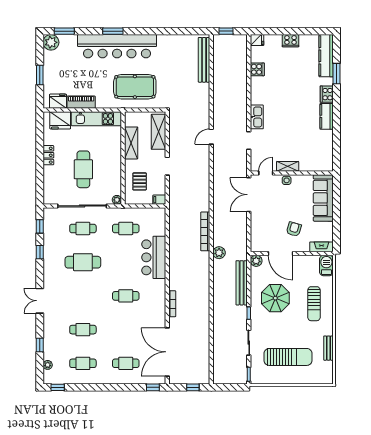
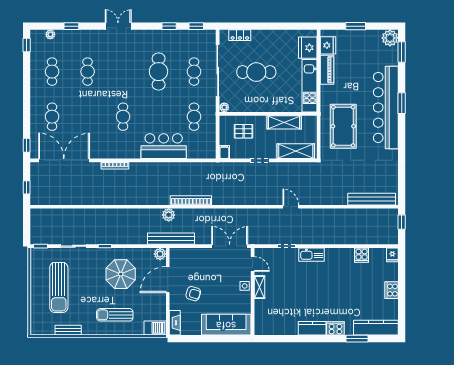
locker: (48, 155) -> (240, 35), moved
bench: (242, 283) -> (171, 239), moved

